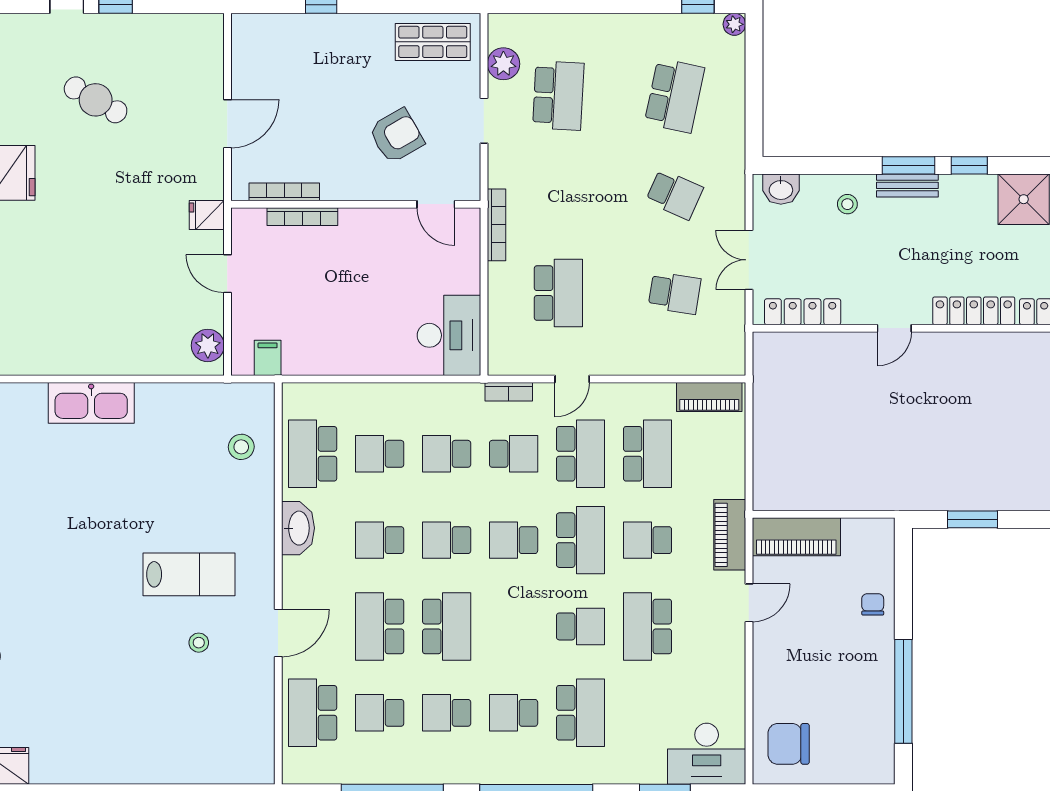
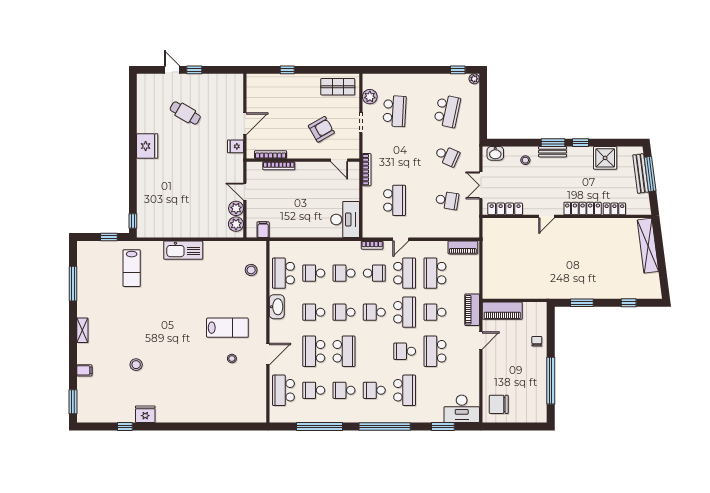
fridge: (207, 215) -> (236, 146), moved
plant: (208, 311) -> (236, 208), added
school desk: (647, 454) -> (435, 273), turned 180
school desk: (581, 626) -> (405, 351), turned 180

